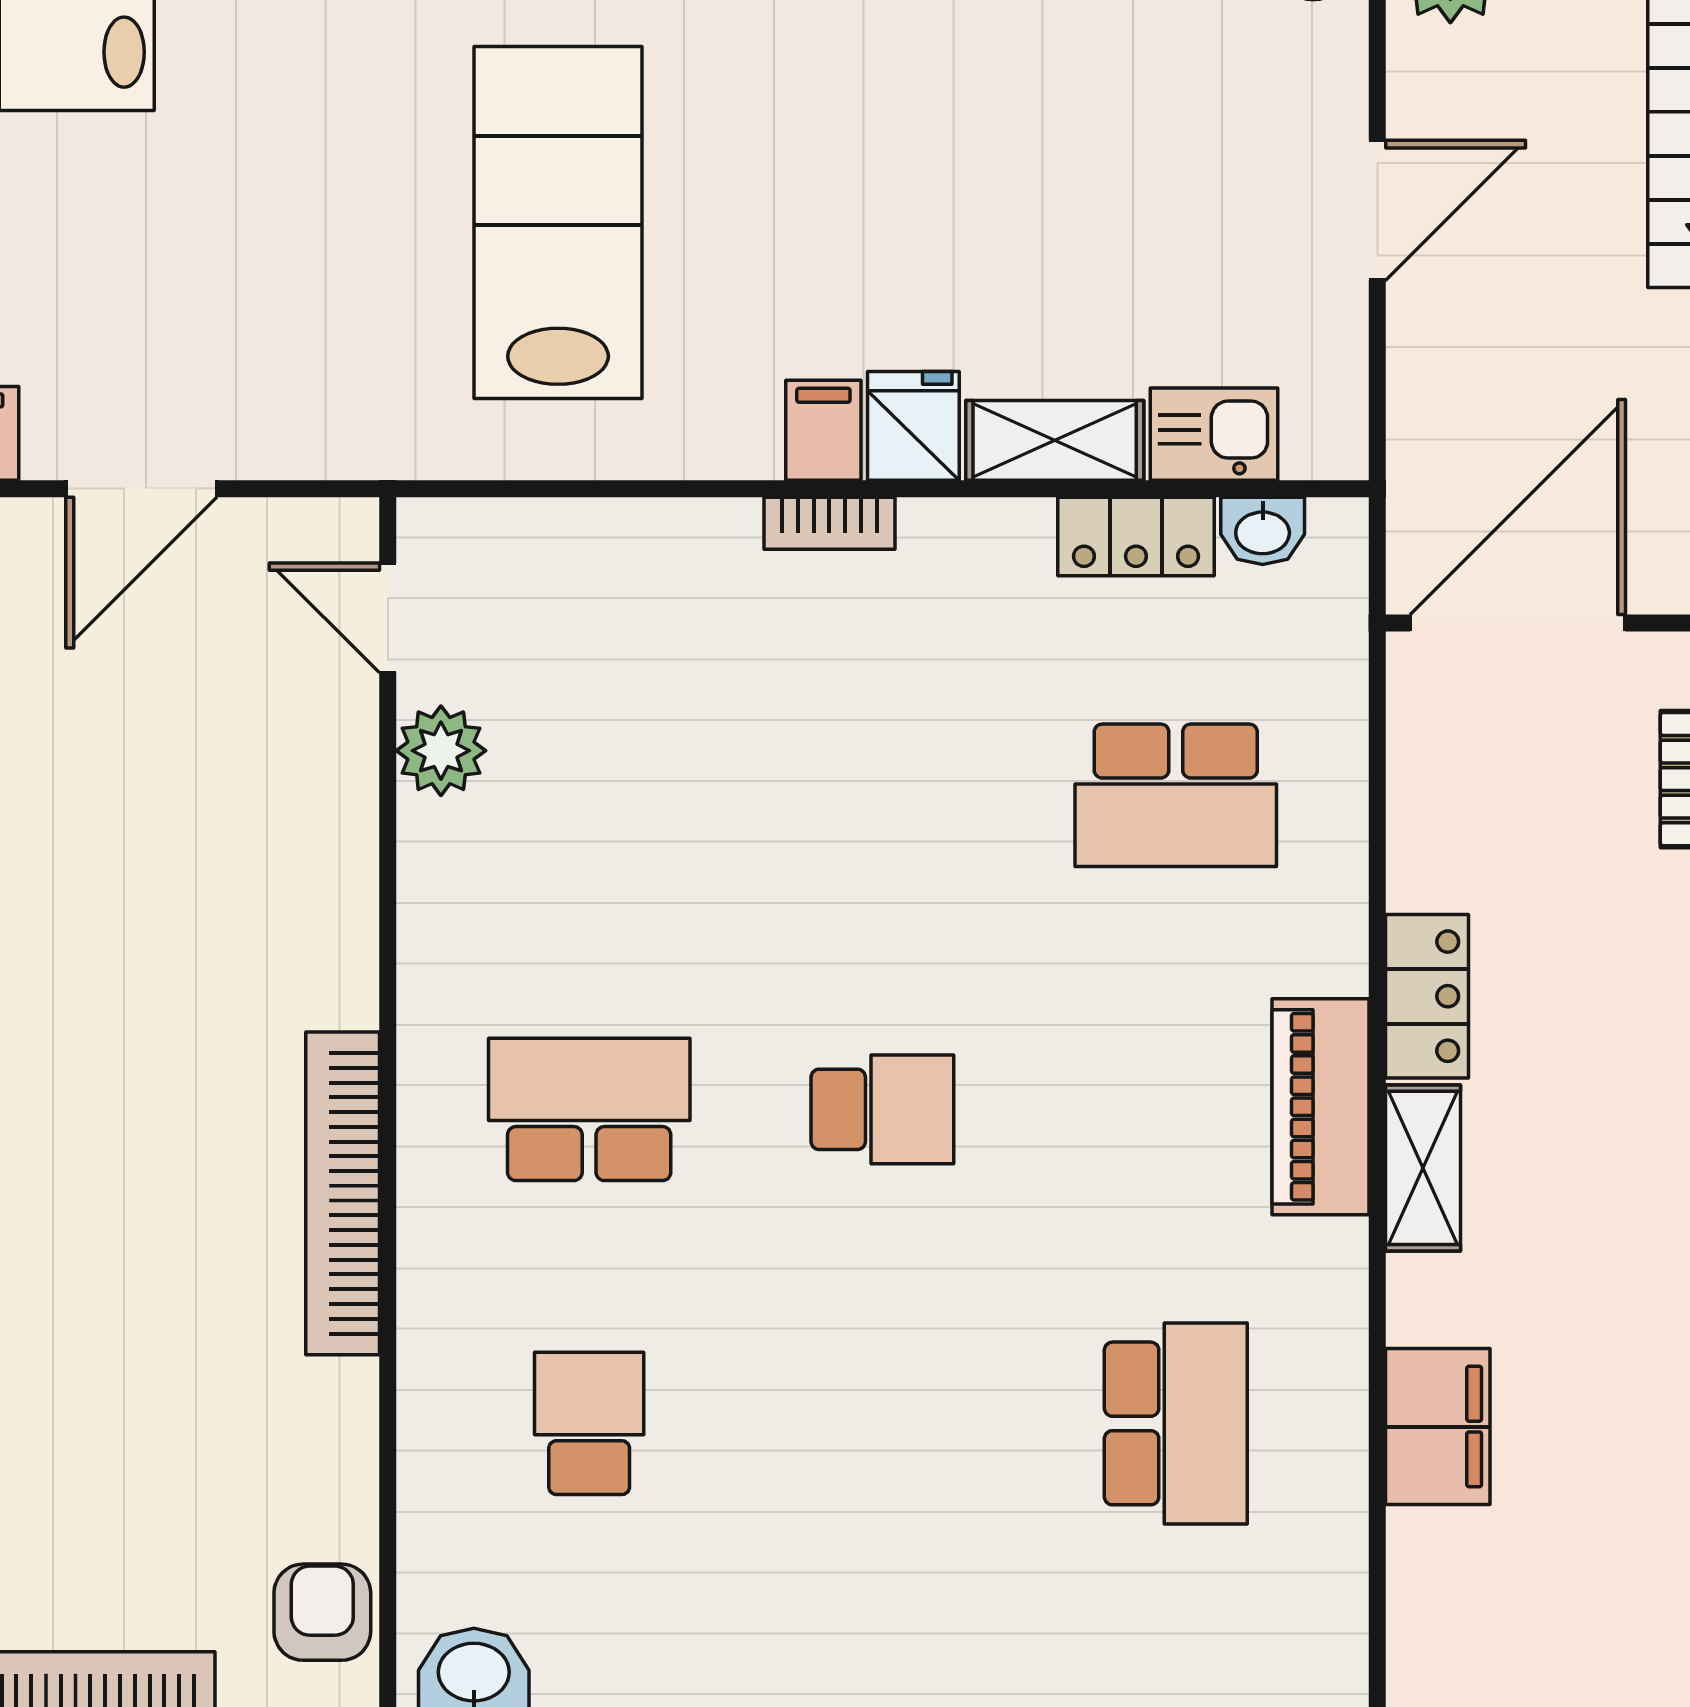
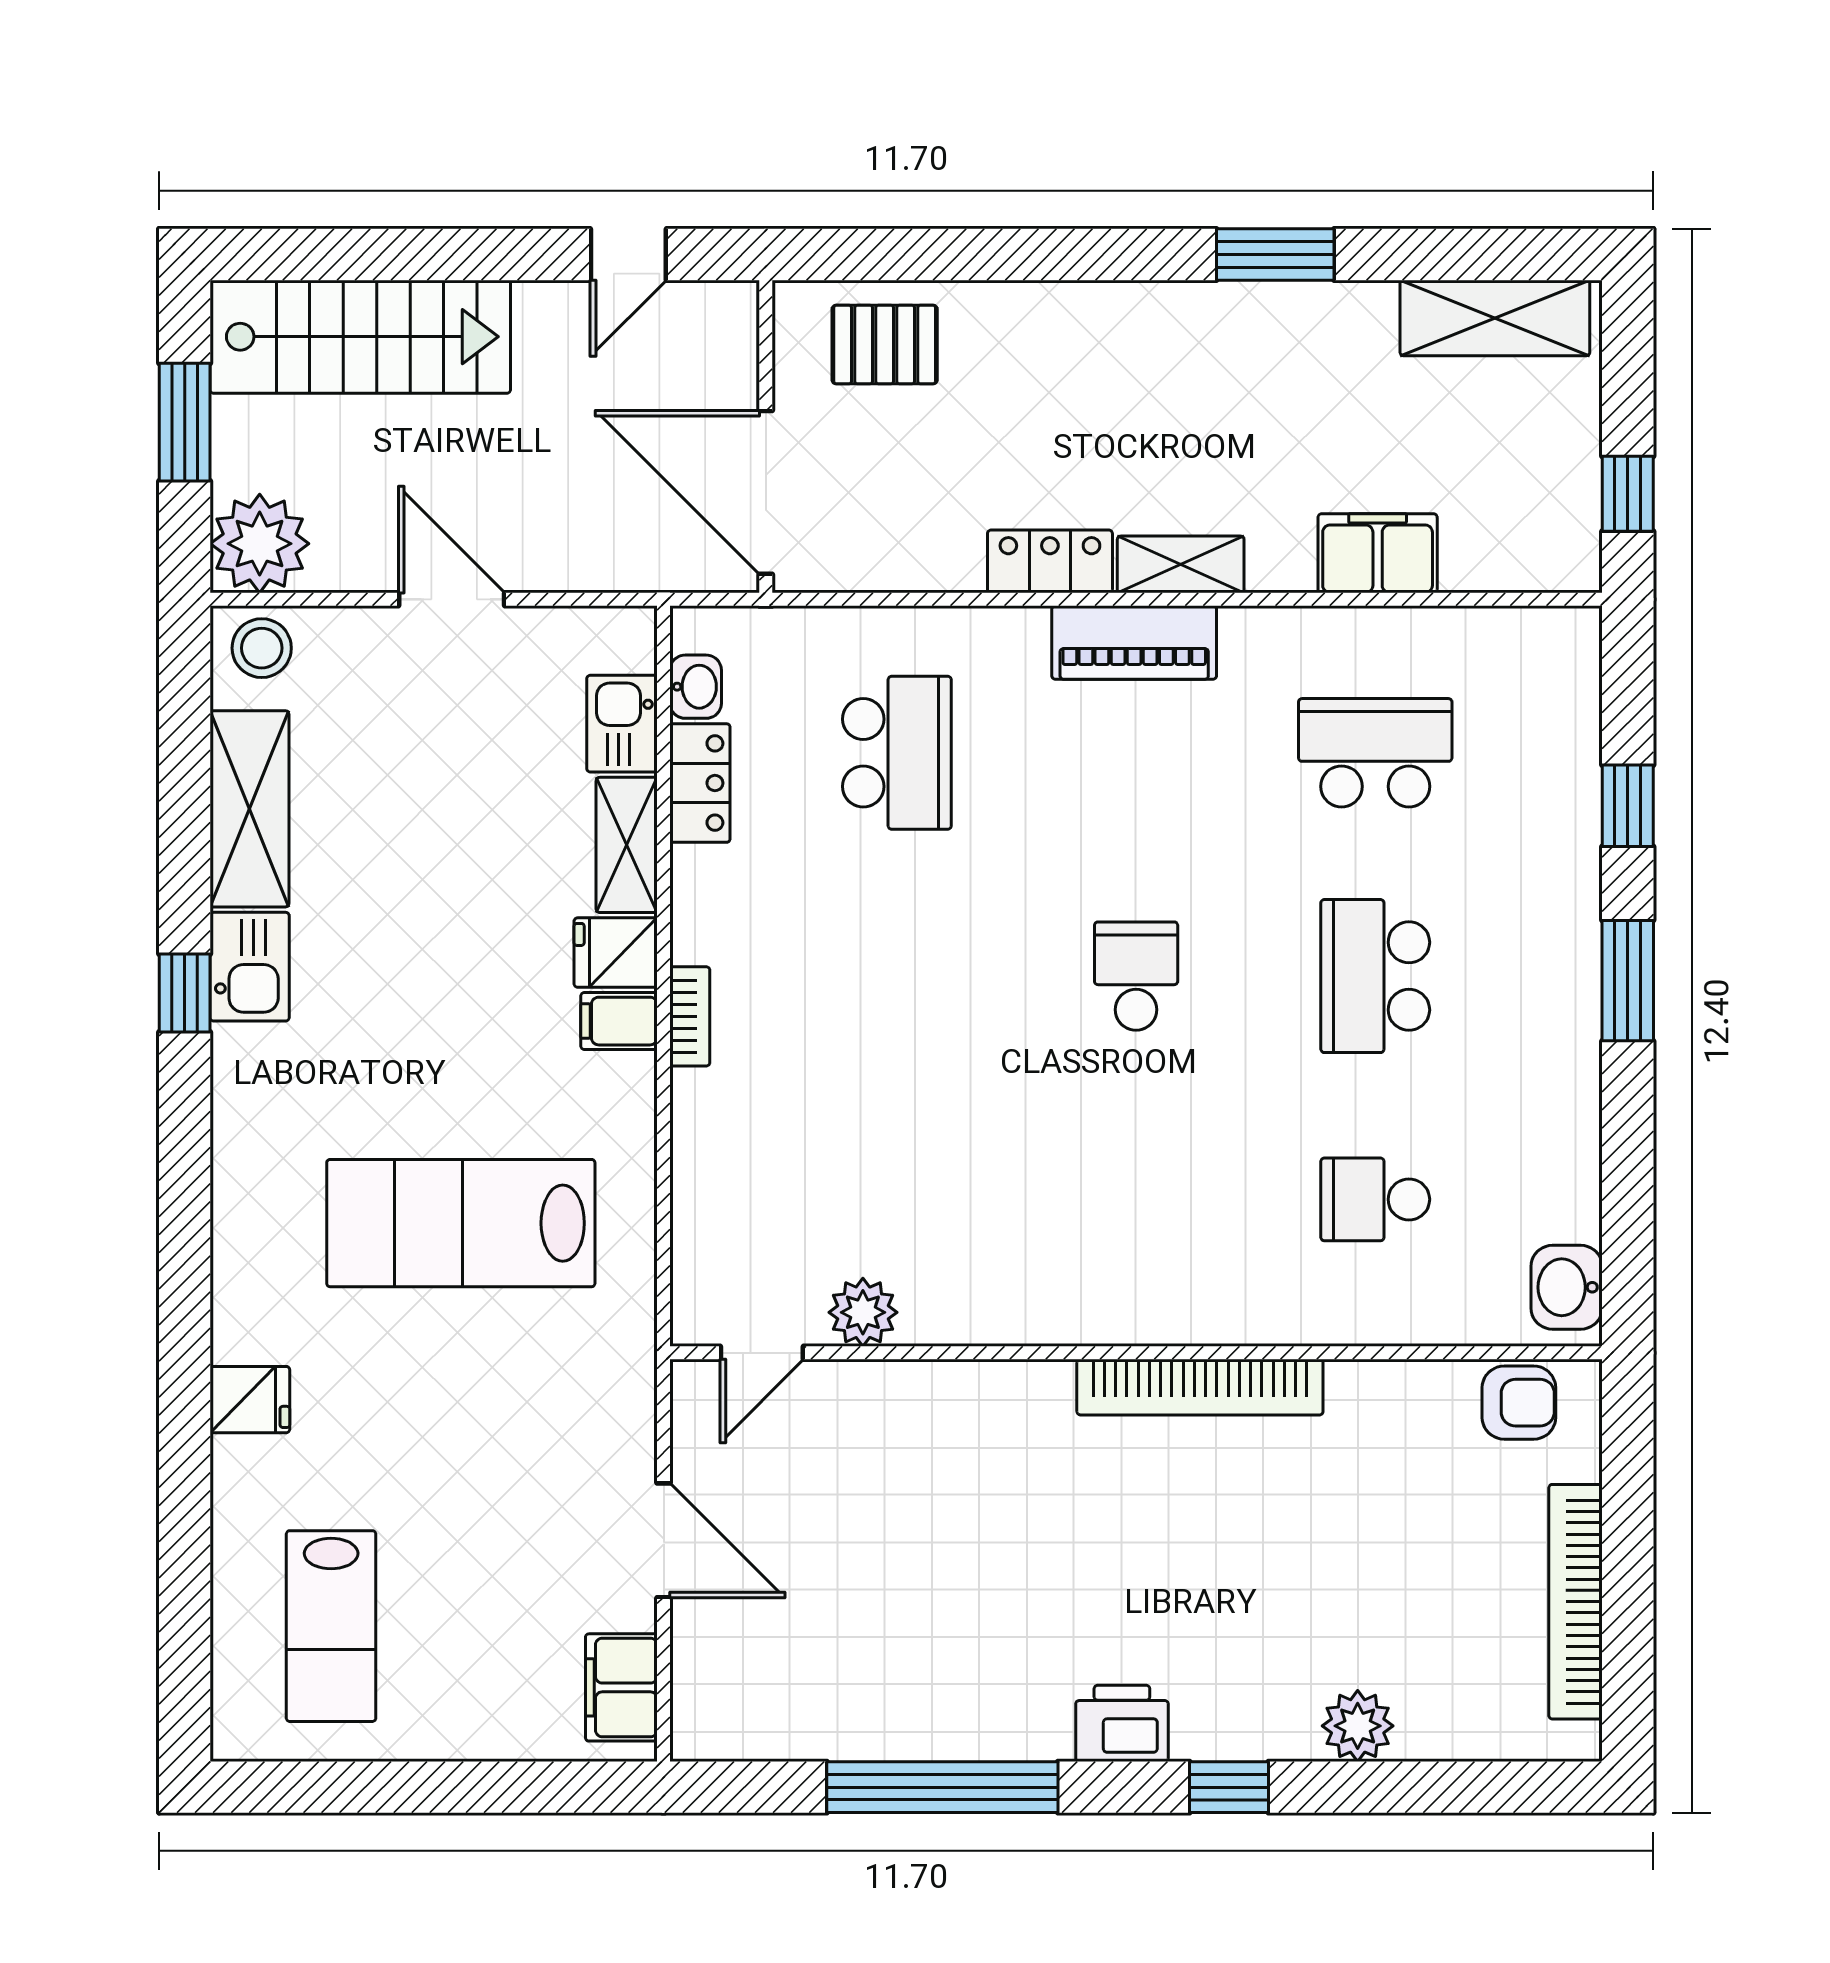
school desk: (589, 1109) -> (1375, 976), moved
armchair: (322, 1612) -> (1519, 1403), turned 180

